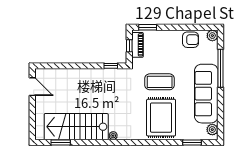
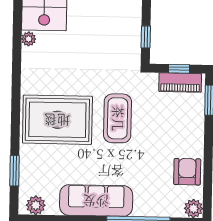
armchair: (191, 40) -> (187, 172), turned 180
sofa: (206, 94) -> (96, 201), width x0.74, depth x0.79

